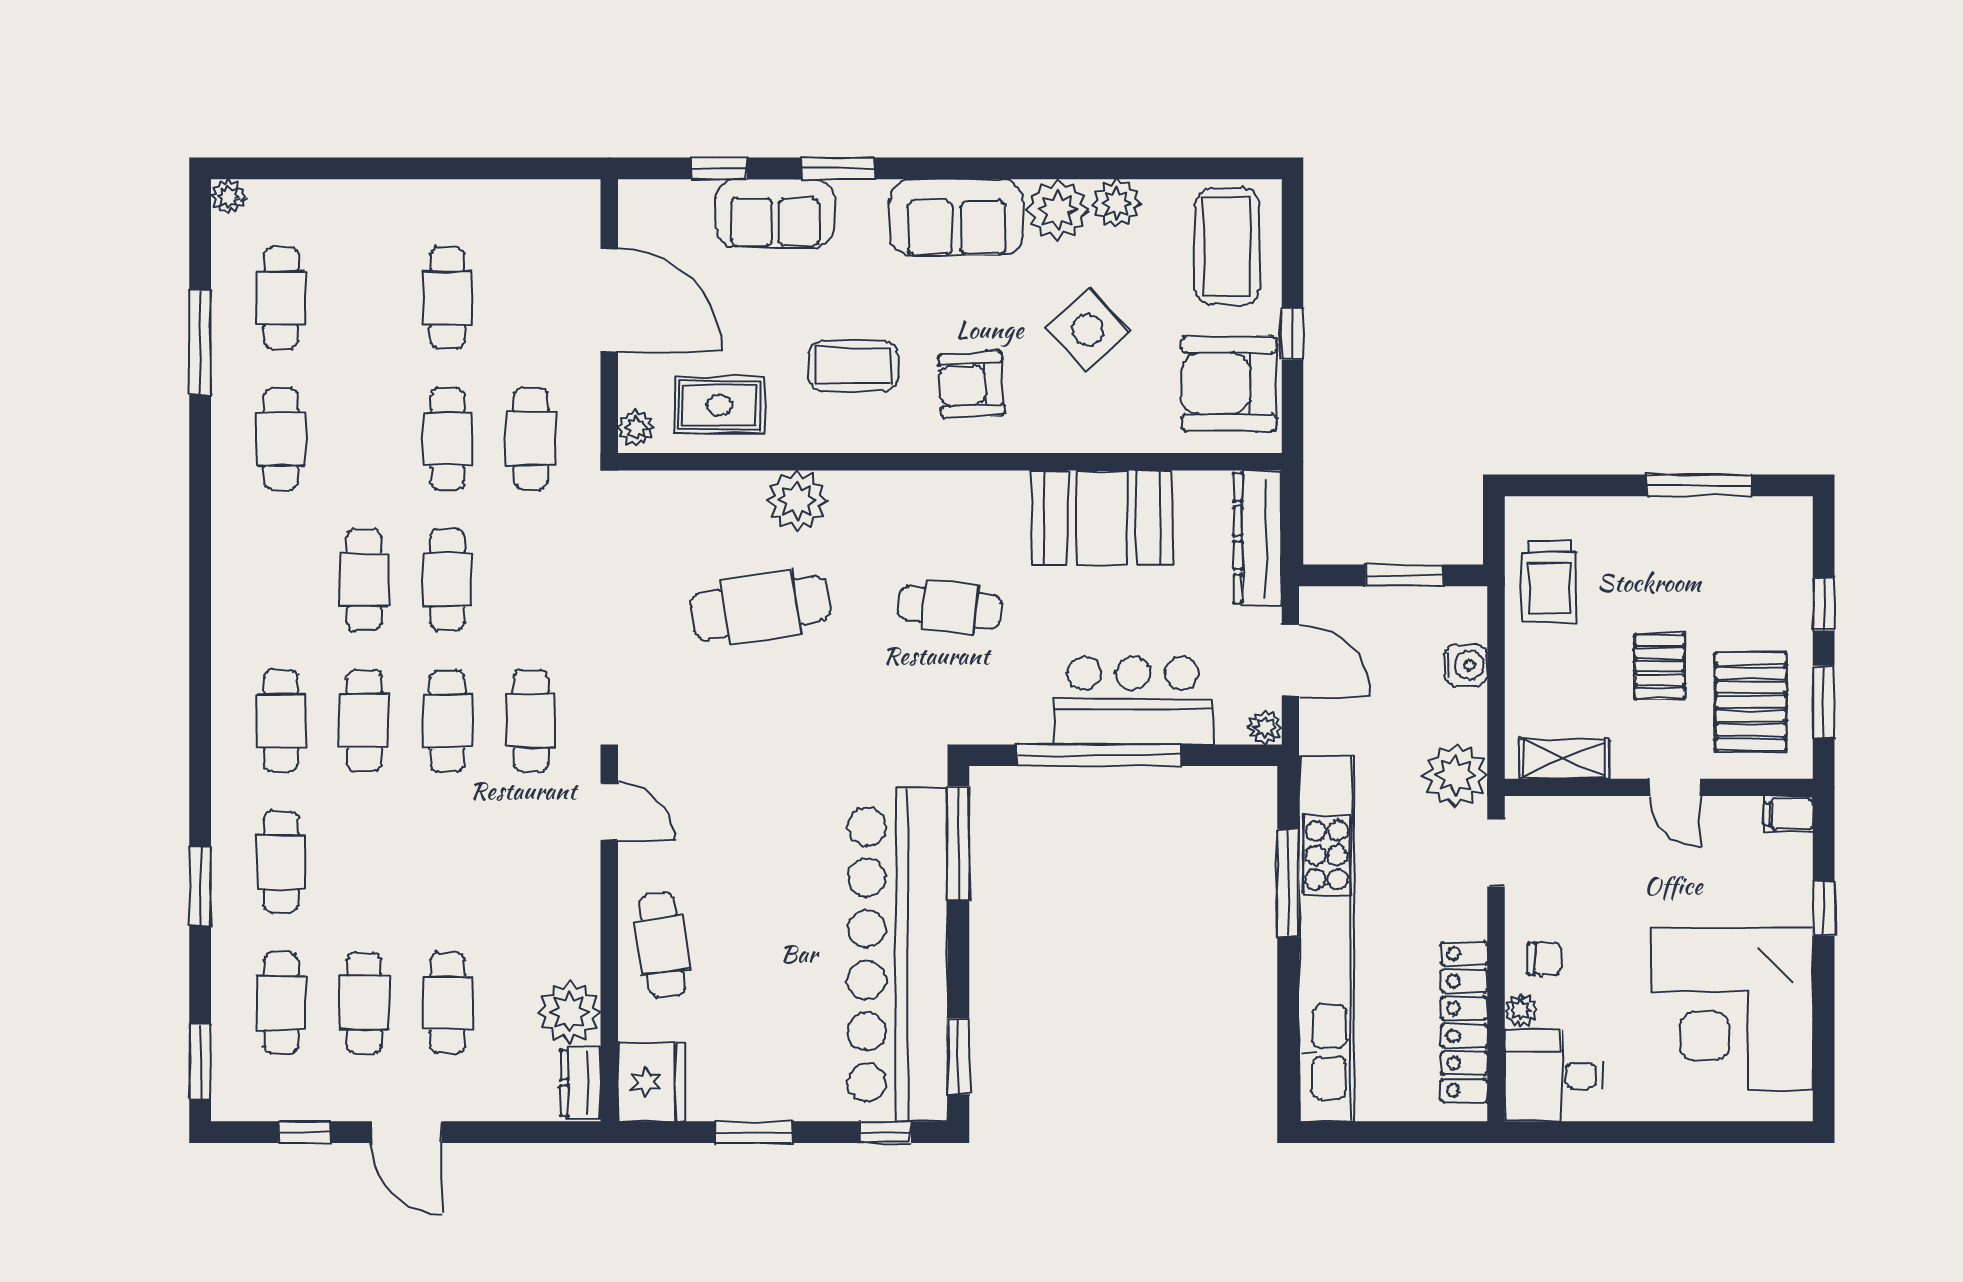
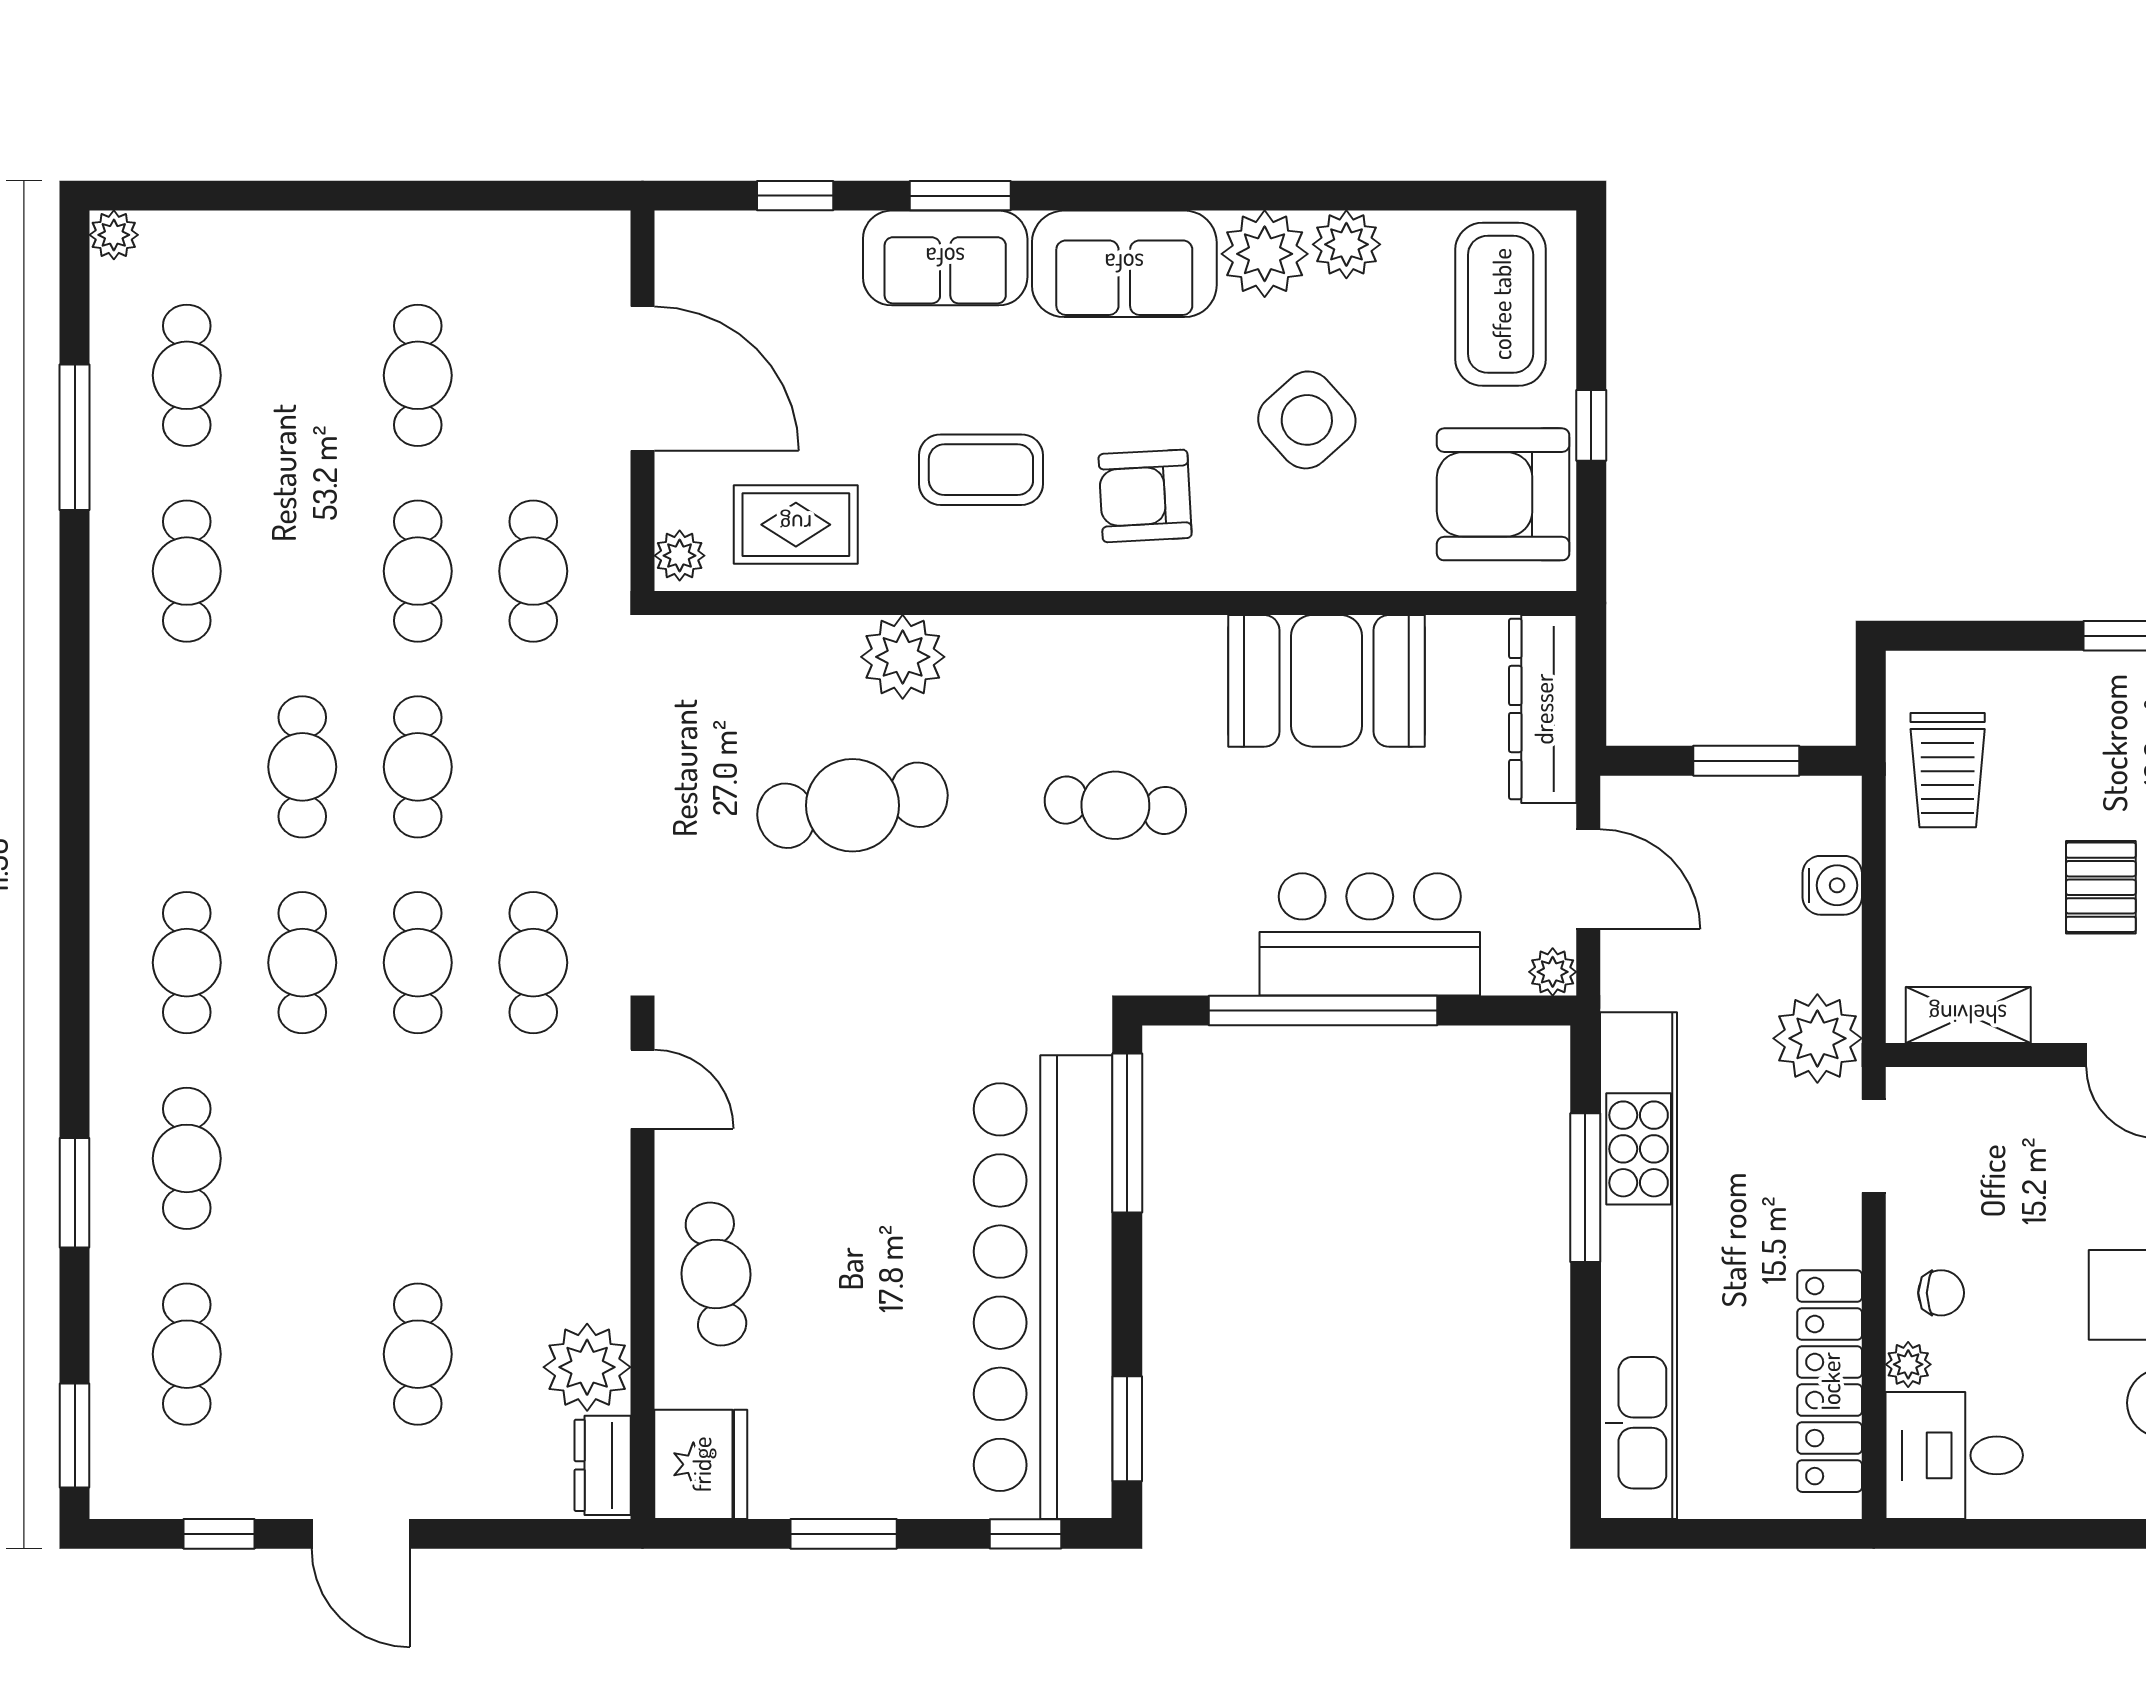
sofa: (775, 213) -> (945, 258), moved
cafe table: (364, 1003) -> (302, 1354), removed

